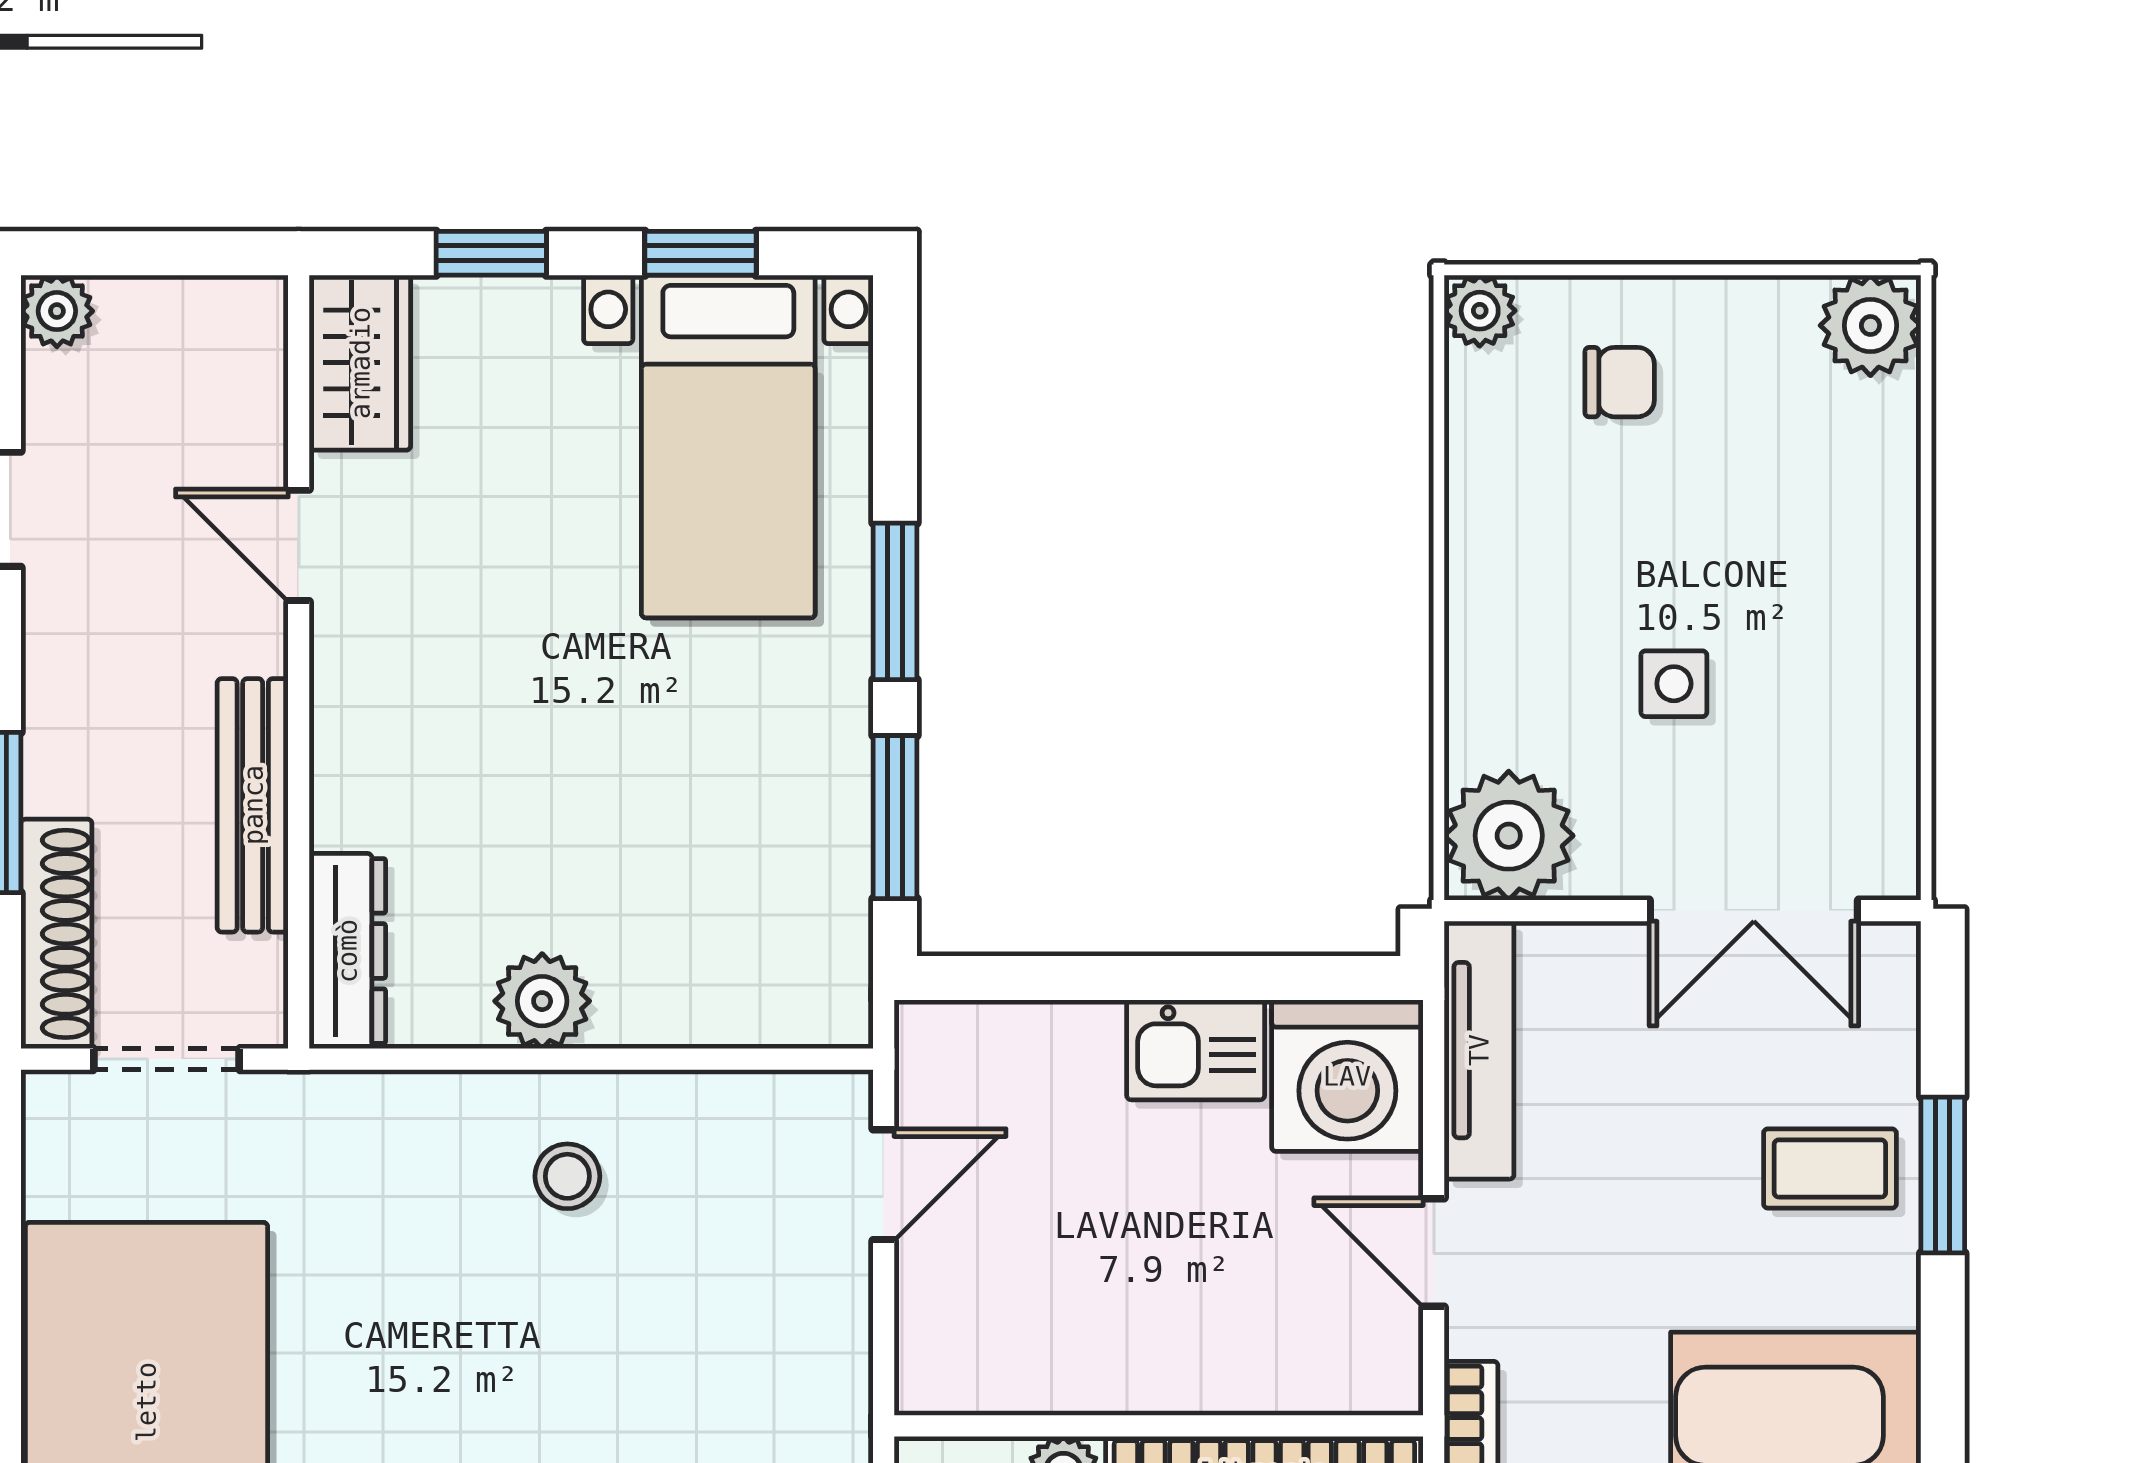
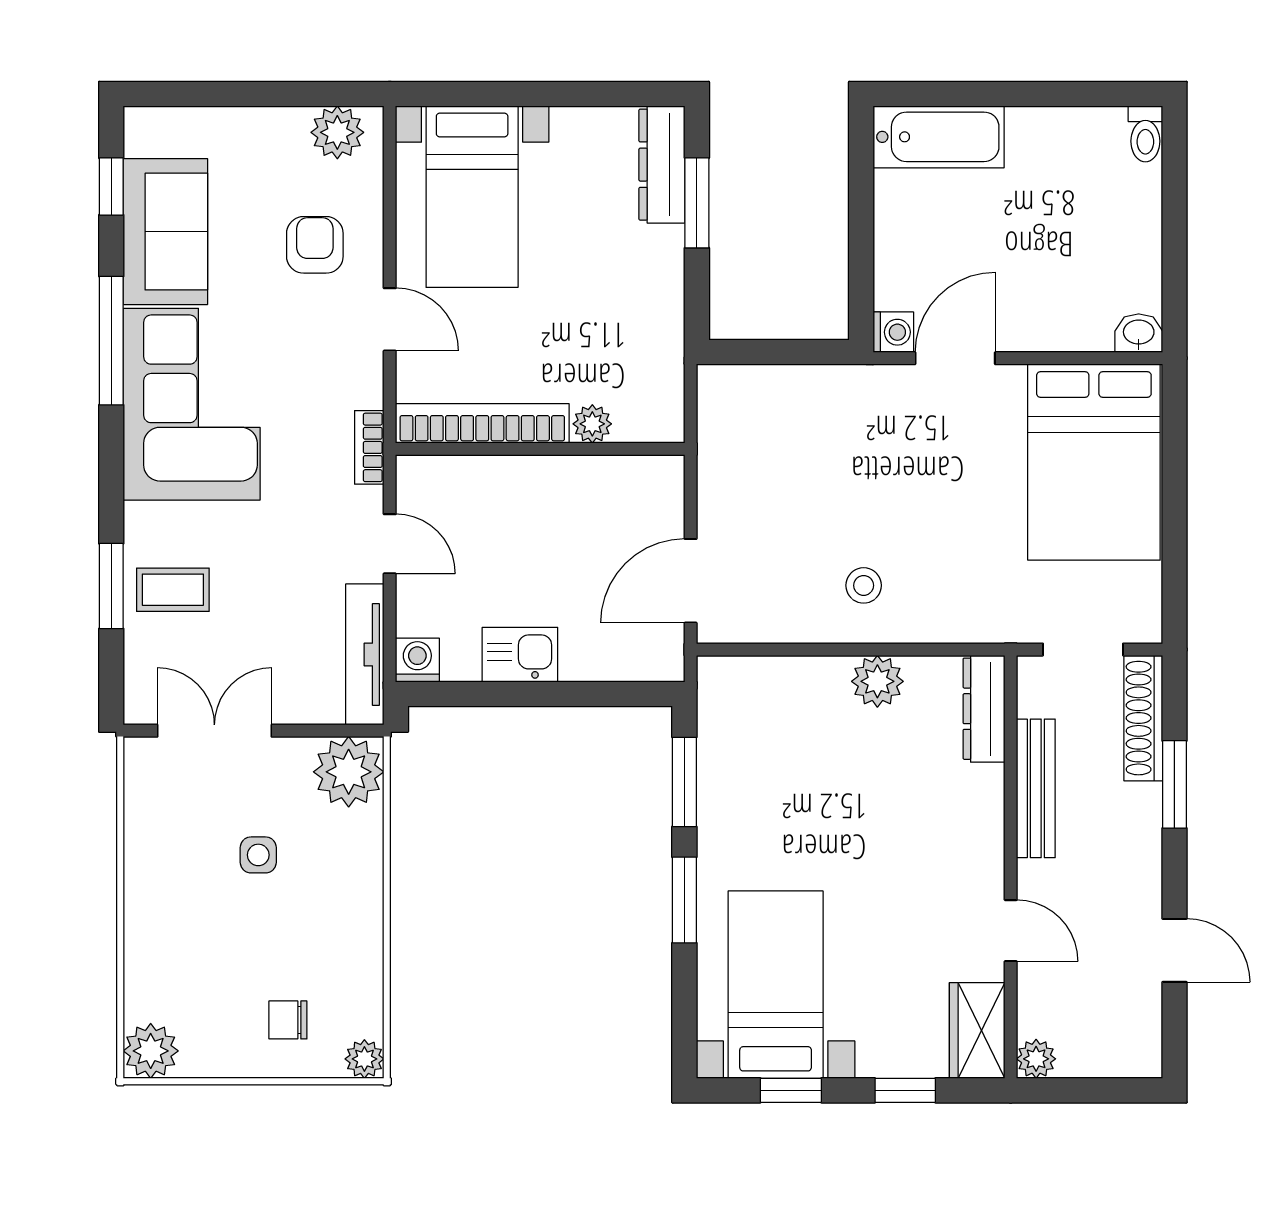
plant: (57, 311) -> (1036, 1059), moved
washing machine: (1347, 1076) -> (417, 660), width x0.53, depth x0.53
door: (884, 1185) -> (691, 581), width x1.38

